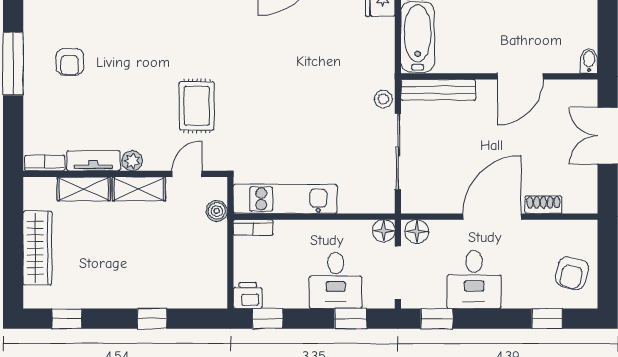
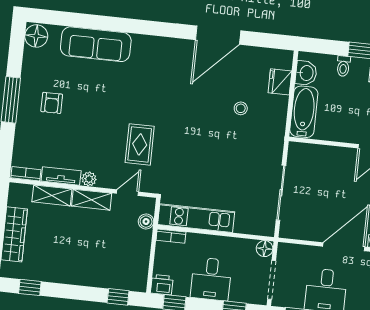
bench: (438, 90) -> (315, 151), removed
stool: (383, 99) -> (241, 108), moved
floor lamp: (417, 231) -> (288, 252), removed
desk: (336, 280) -> (211, 279), moved
window: (152, 319) -> (118, 297), moved

